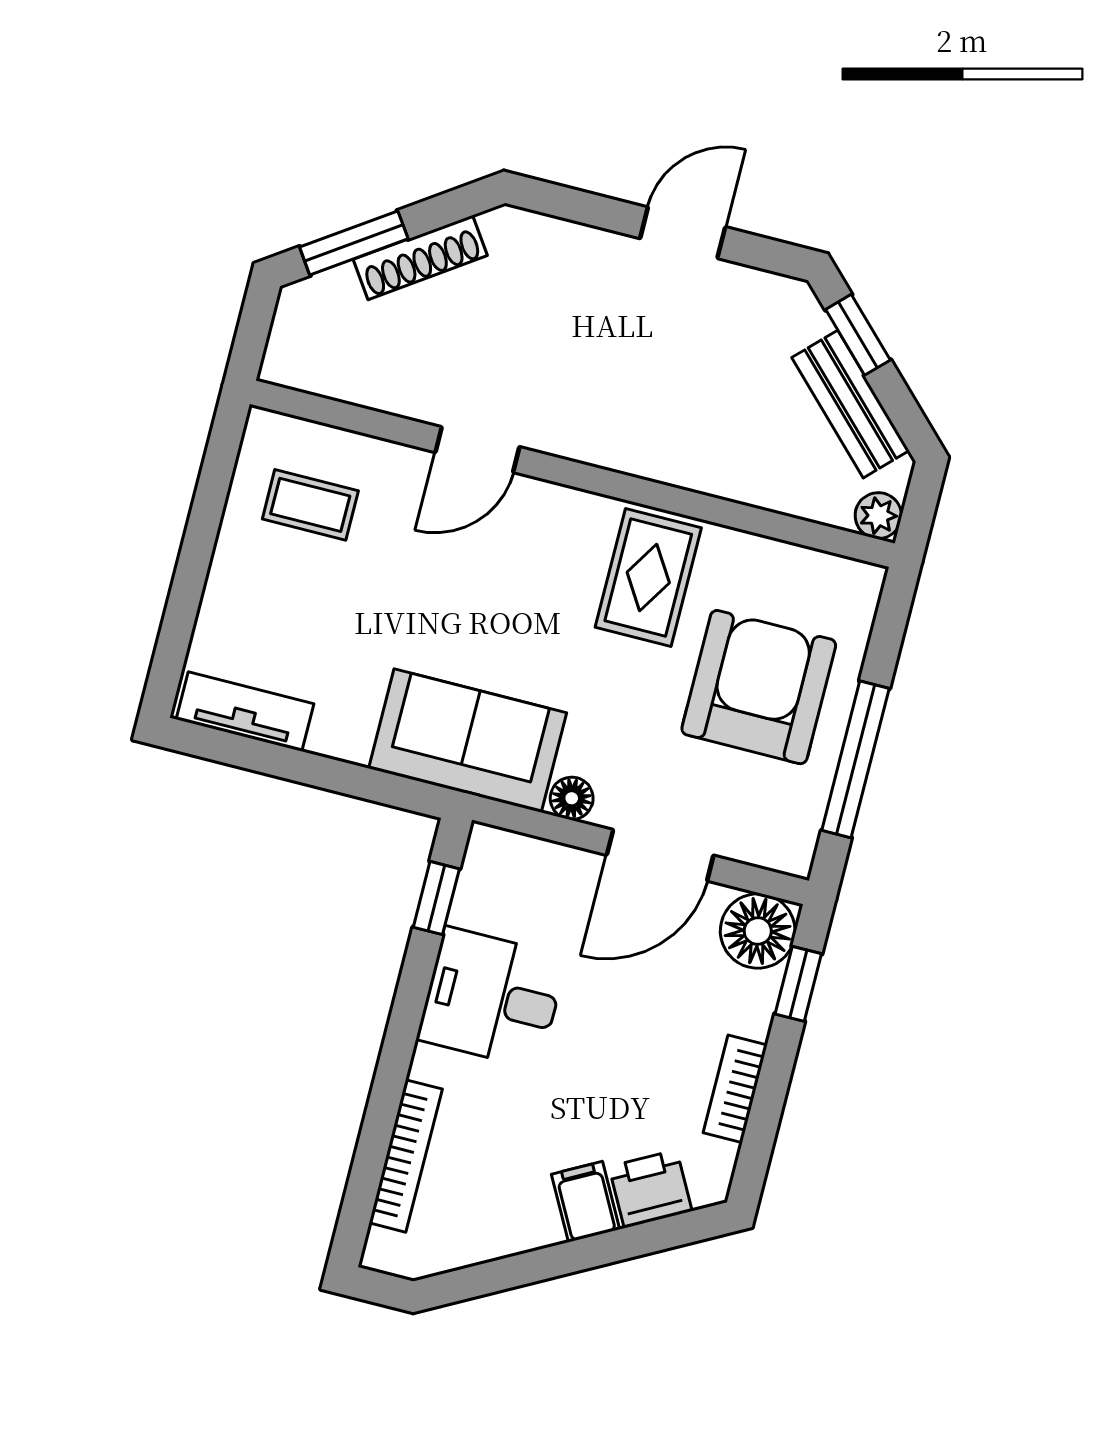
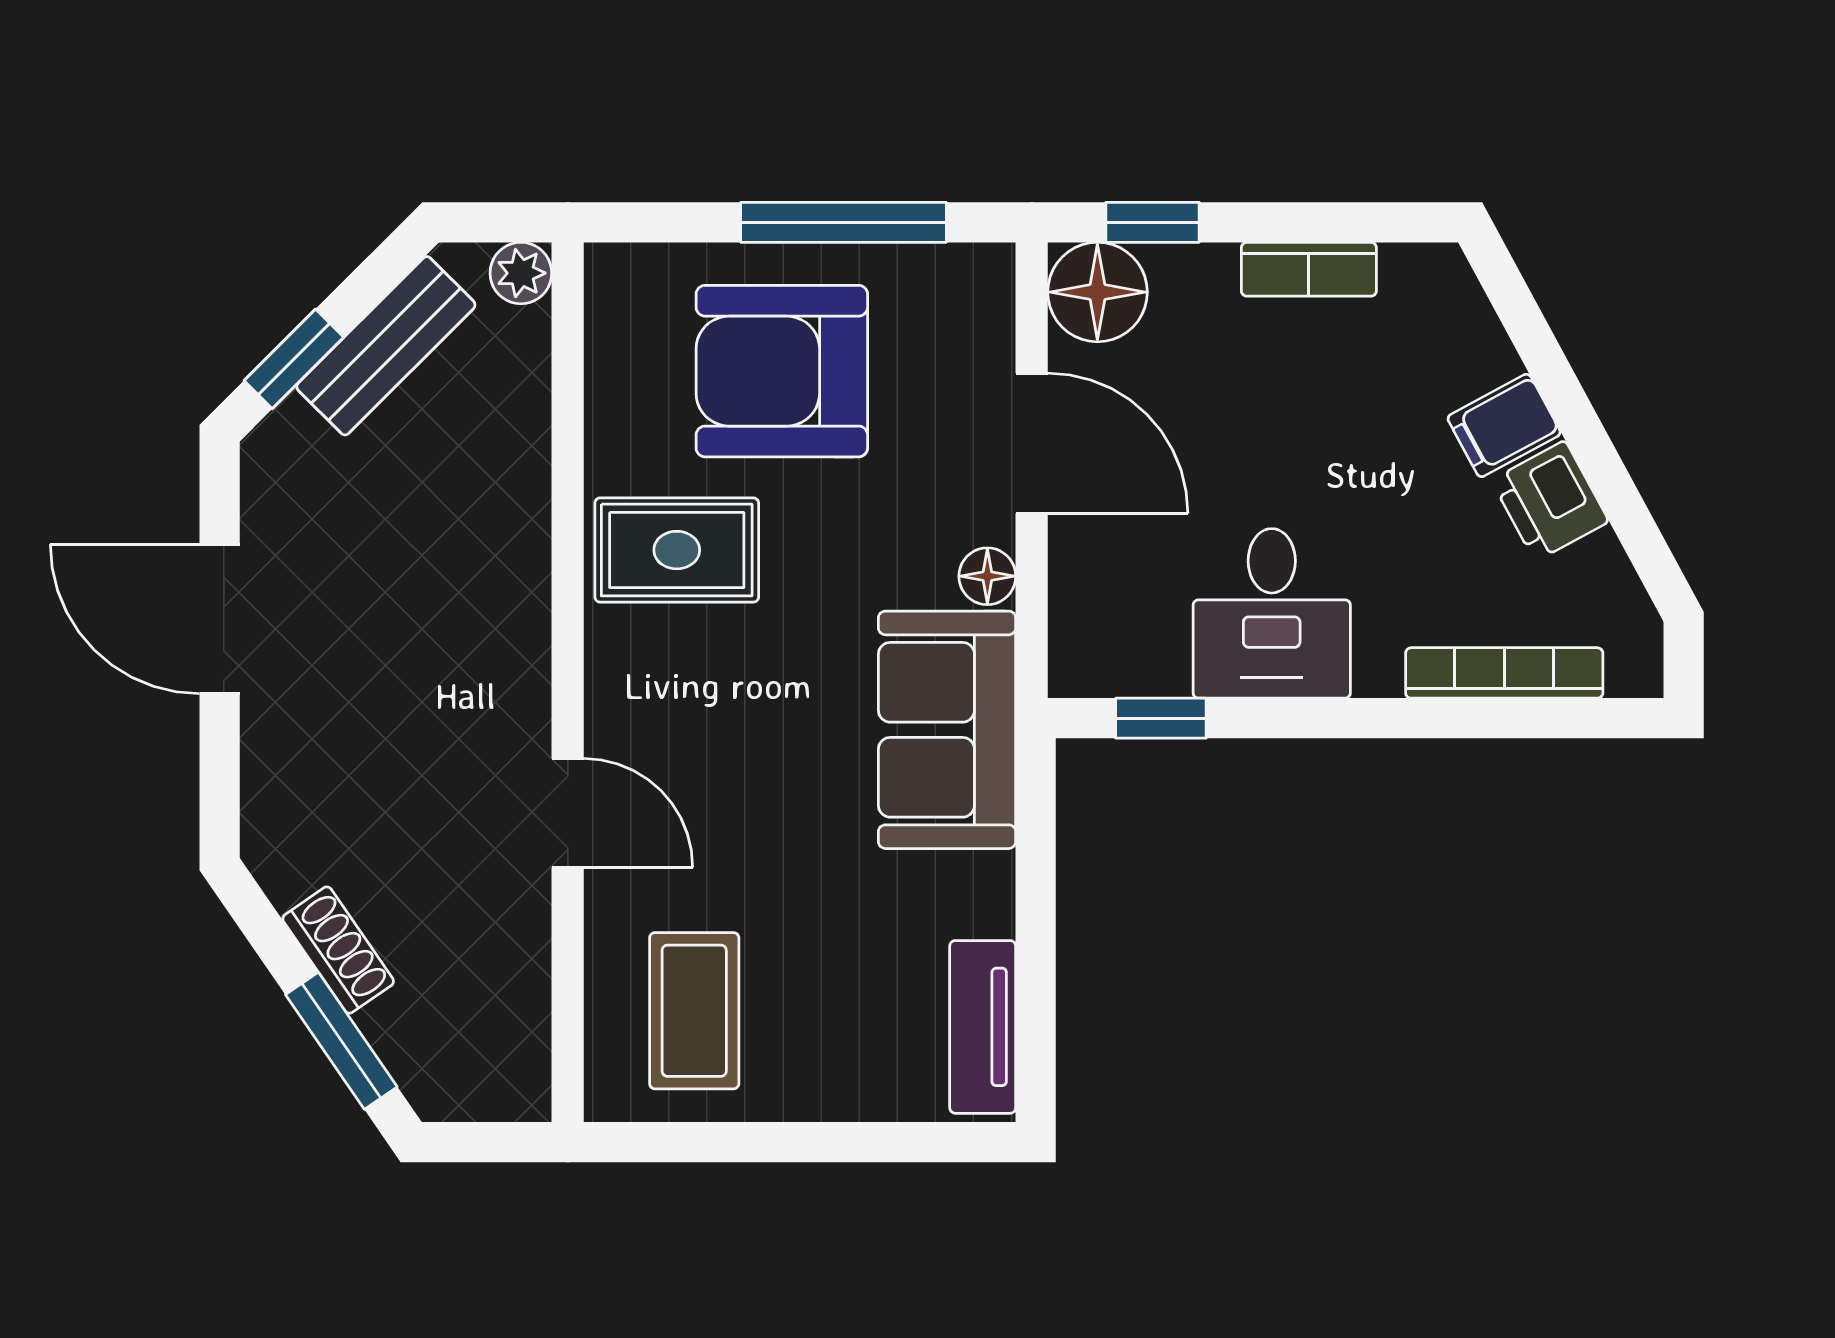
door: (683, 233) -> (220, 619), width x1.38
shoe rack: (420, 257) -> (338, 950), width x0.70
coffee table: (310, 505) -> (694, 1011), width x1.36, depth x1.30
printer: (650, 1189) -> (1550, 501), moved

